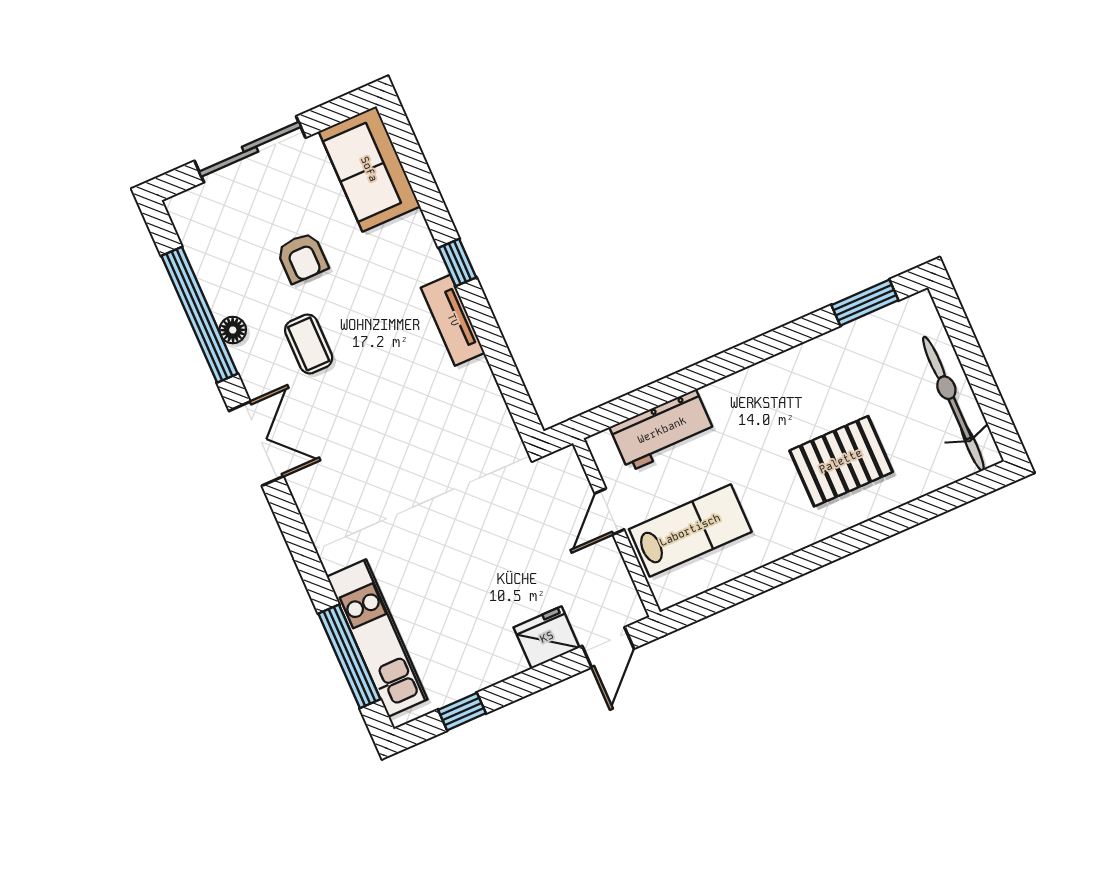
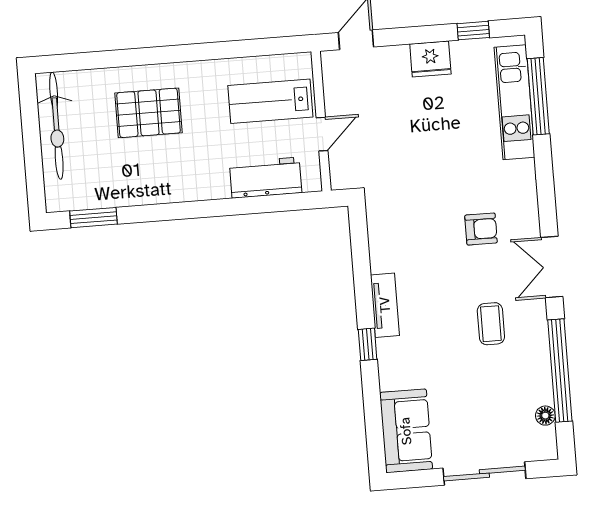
armchair: (302, 258) -> (481, 229), moved, turned 90
floor lamp: (233, 330) -> (545, 416), moved
fridge: (547, 637) -> (430, 59), moved

